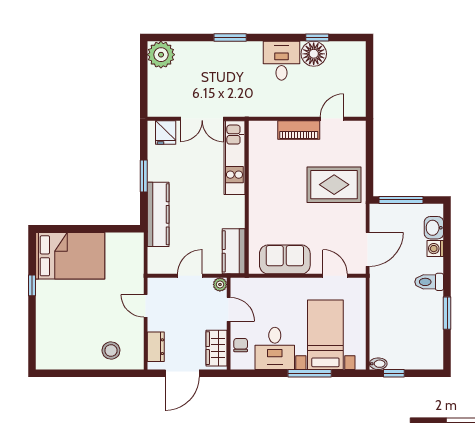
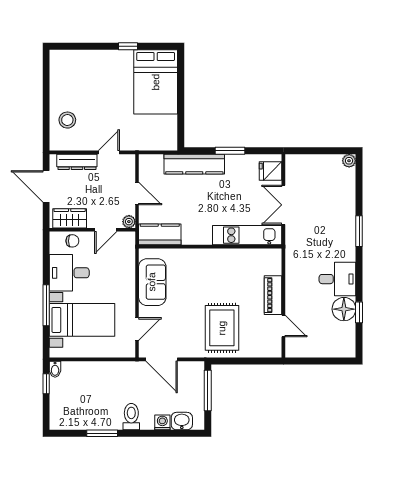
plant: (161, 55) -> (349, 161), width x0.53, depth x0.53
dresser: (156, 347) -> (77, 162), width x1.44

